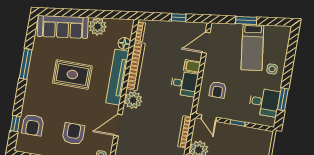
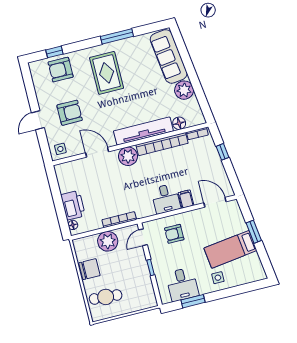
window: (179, 18) -> (222, 152), moved
rug: (72, 75) -> (107, 73), moved

